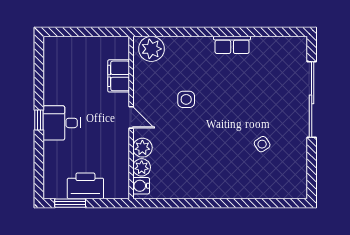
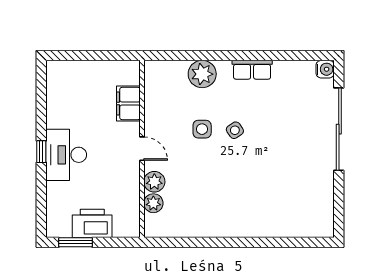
plant: (151, 49) -> (202, 74), moved
desk: (62, 123) -> (66, 155), width x1.37
side table: (262, 144) -> (235, 130), moved
water cooler: (141, 186) -> (325, 69), moved, turned 180

